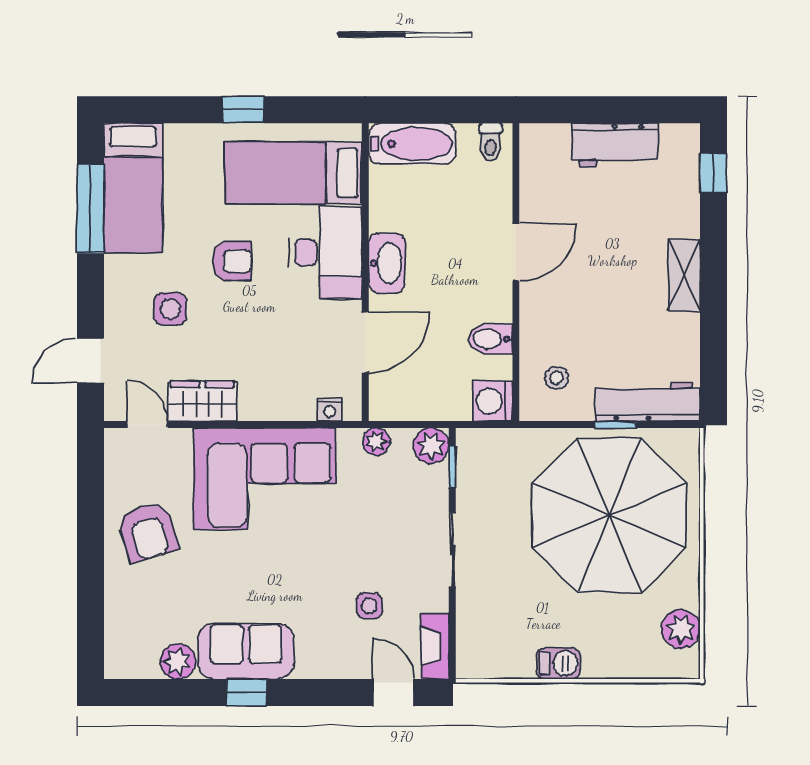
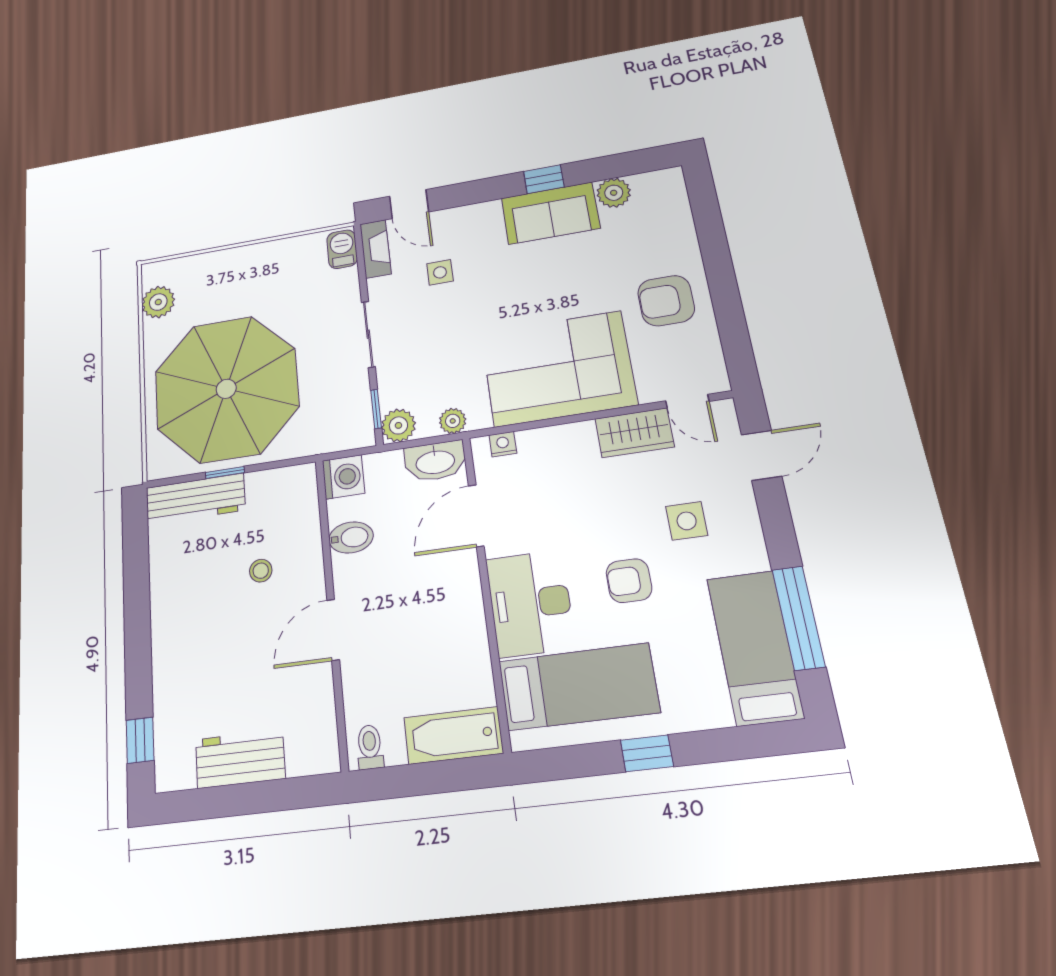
washbasin: (387, 263) -> (435, 461), moved, turned -90
shelving: (684, 275) -> (166, 629), removed
stool: (557, 378) -> (261, 571), moved
armchair: (148, 532) -> (666, 301), turned -73
barbecue: (558, 663) -> (342, 249), moved, turned 90

